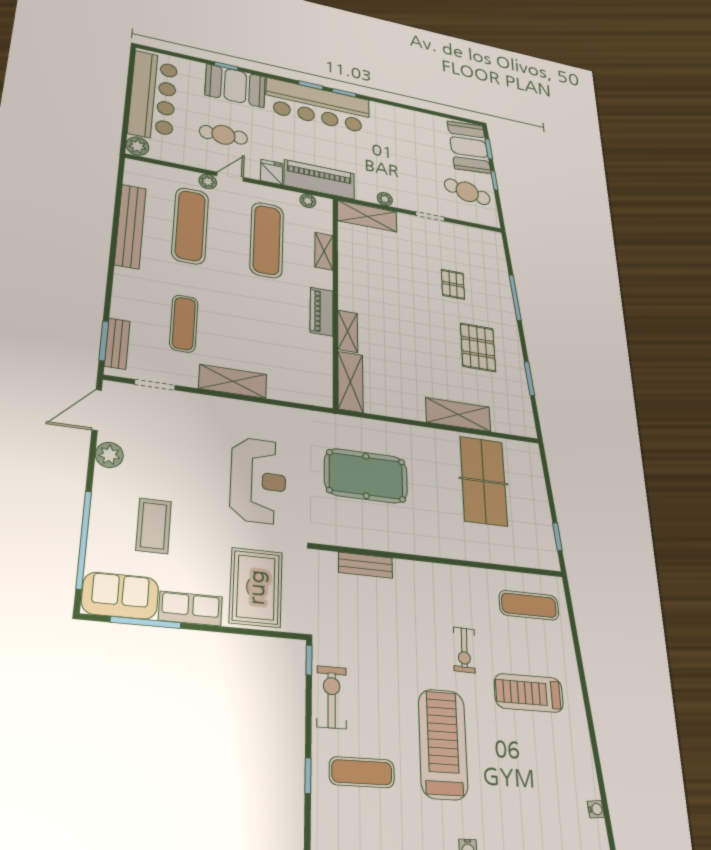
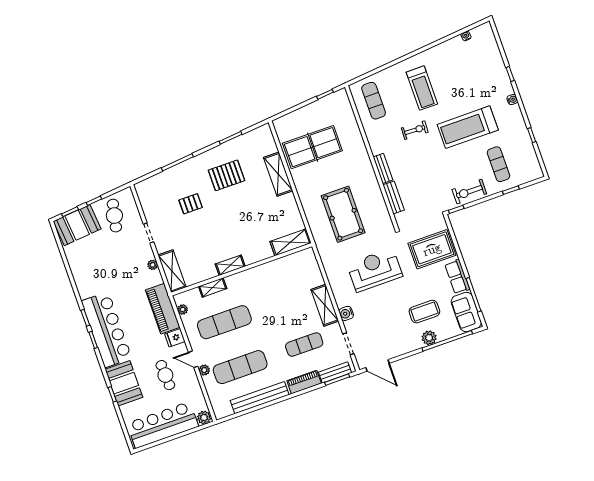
piano: (322, 312) -> (304, 382), moved, turned 180
shelving: (348, 331) -> (230, 265), moved
water cooler: (206, 405) -> (346, 313), added
plant: (109, 455) -> (429, 338), moved
bench: (418, 570) -> (383, 168), added

